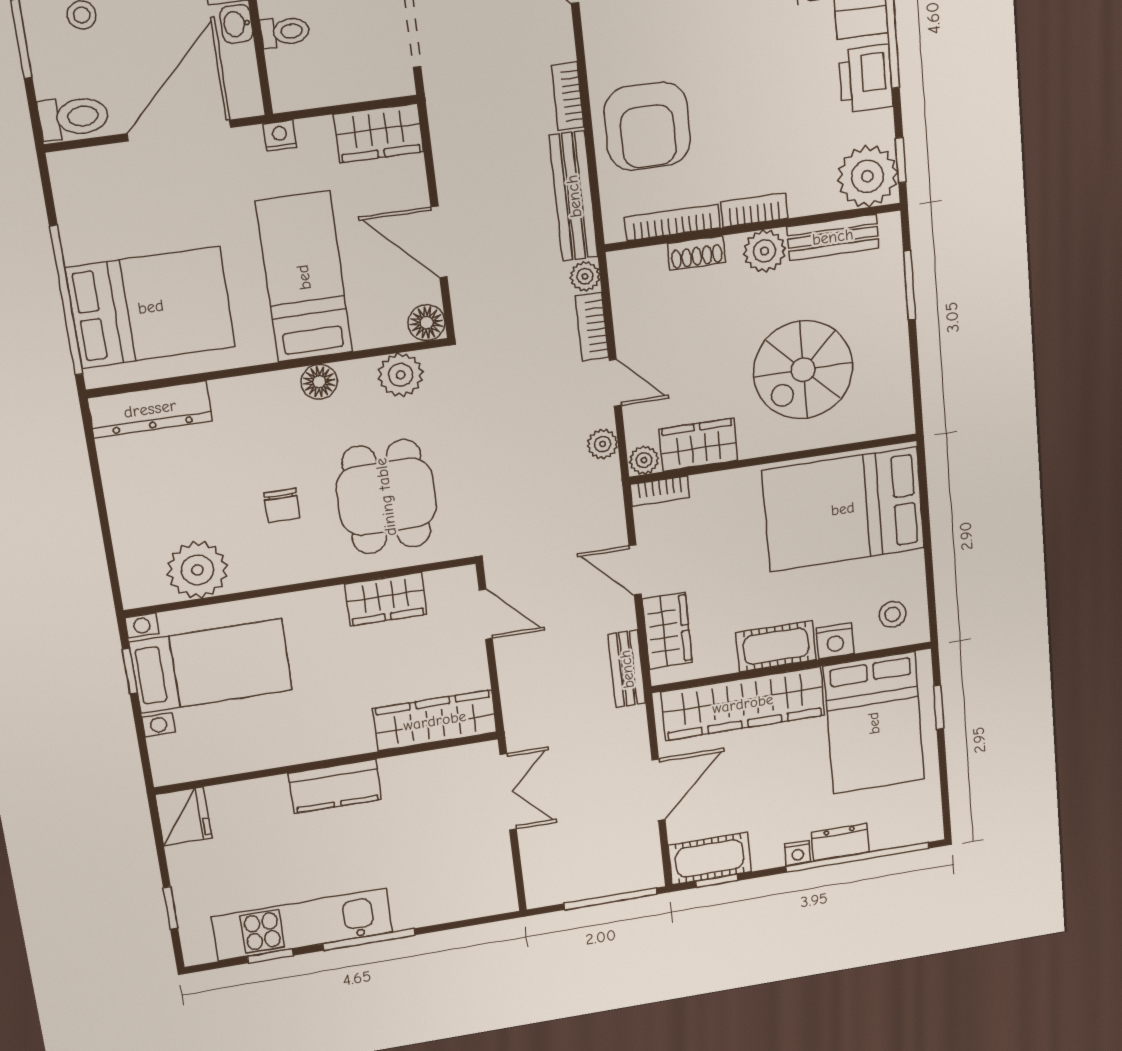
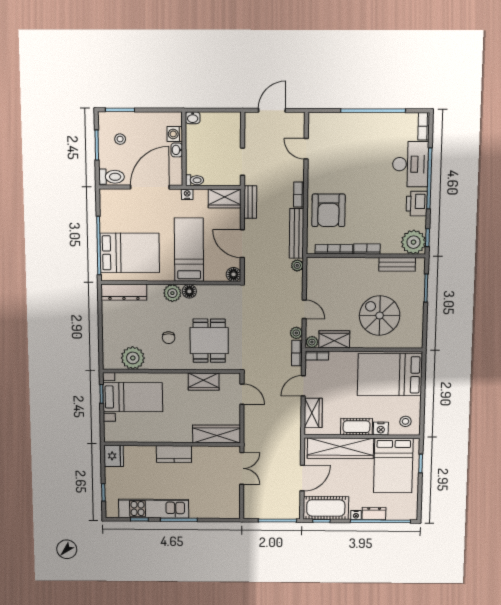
toilet: (285, 32) -> (195, 180), moved
plant: (764, 251) -> (369, 266), removed
shoe rack: (697, 253) -> (342, 263), removed
bookcase: (592, 327) -> (297, 353), moved
spiral stairs: (803, 370) -> (380, 315), turned 90
plant: (401, 375) -> (172, 293), moved
door: (635, 570) -> (303, 386), hinge flipped
bench: (627, 669) -> (250, 202), moved
cot: (710, 859) -> (326, 508), width x1.37, depth x1.34

